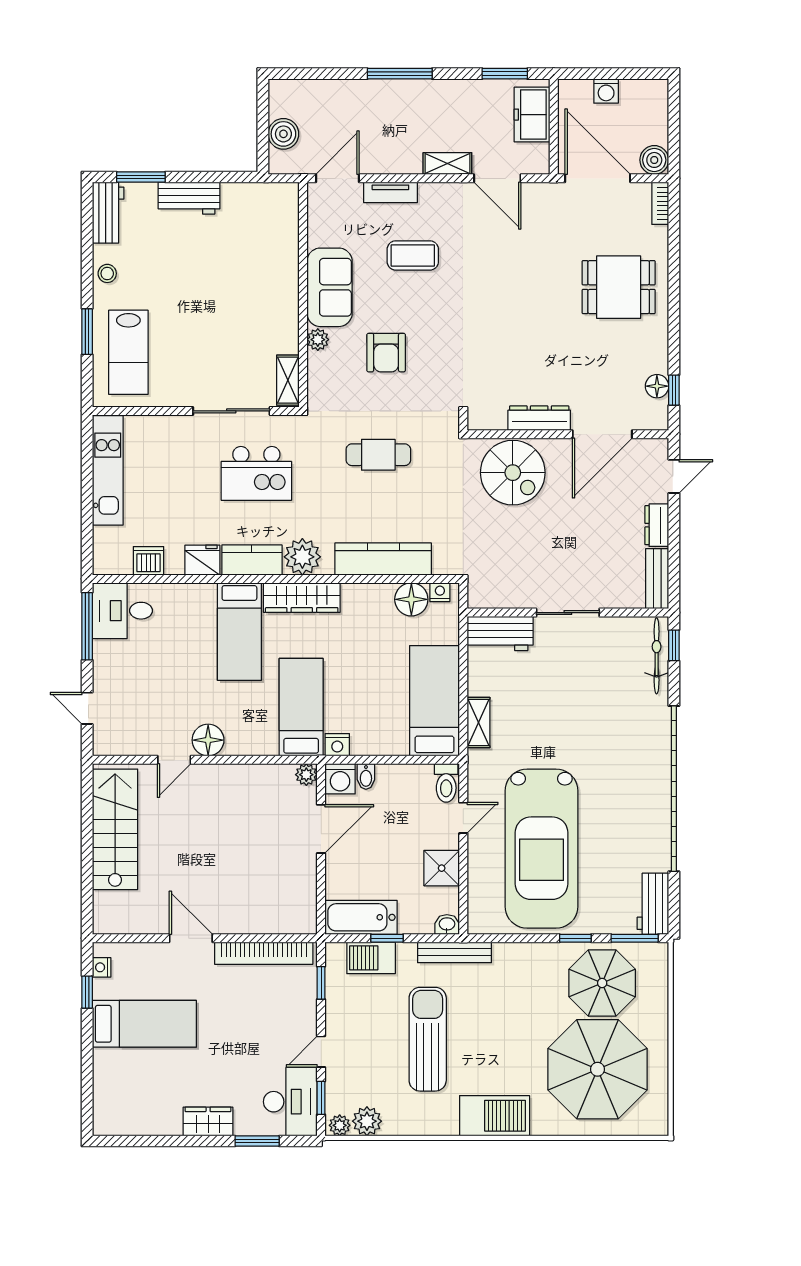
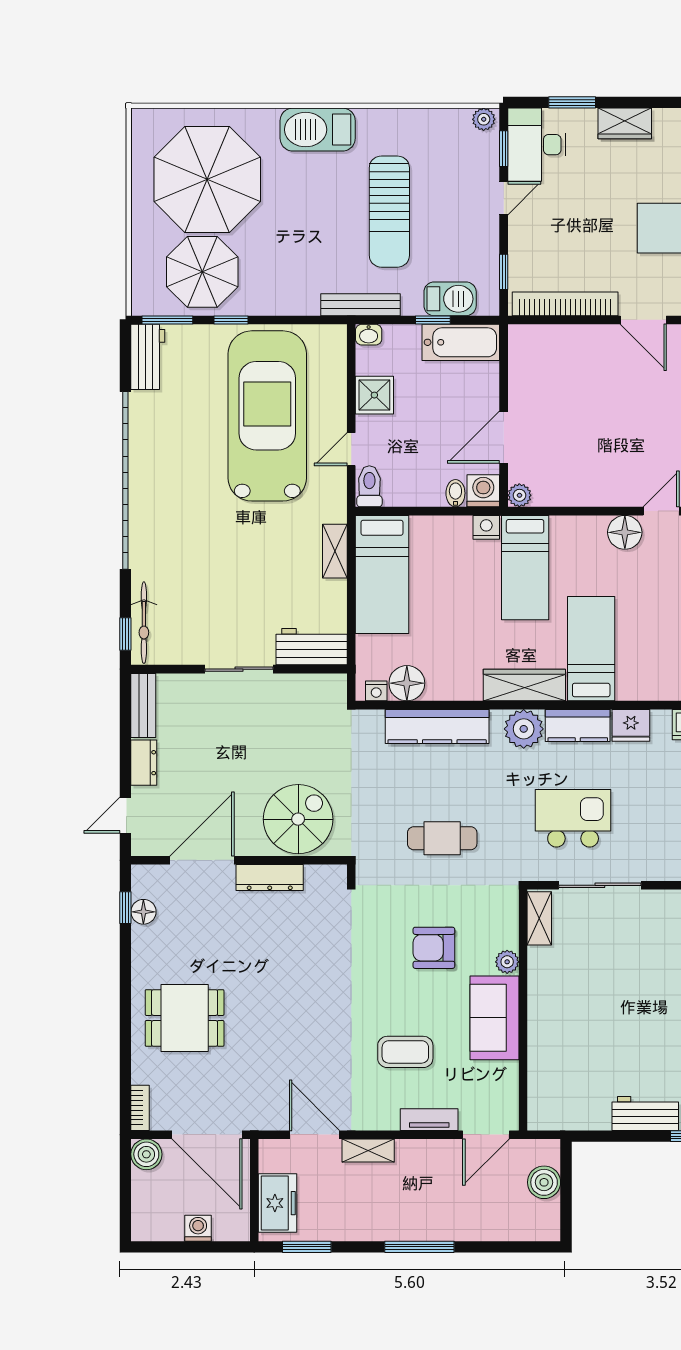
armchair: (386, 353) -> (434, 948), turned -90
spiral stairs: (513, 473) -> (298, 819), turned 90
plant: (367, 1121) -> (454, 124), removed

